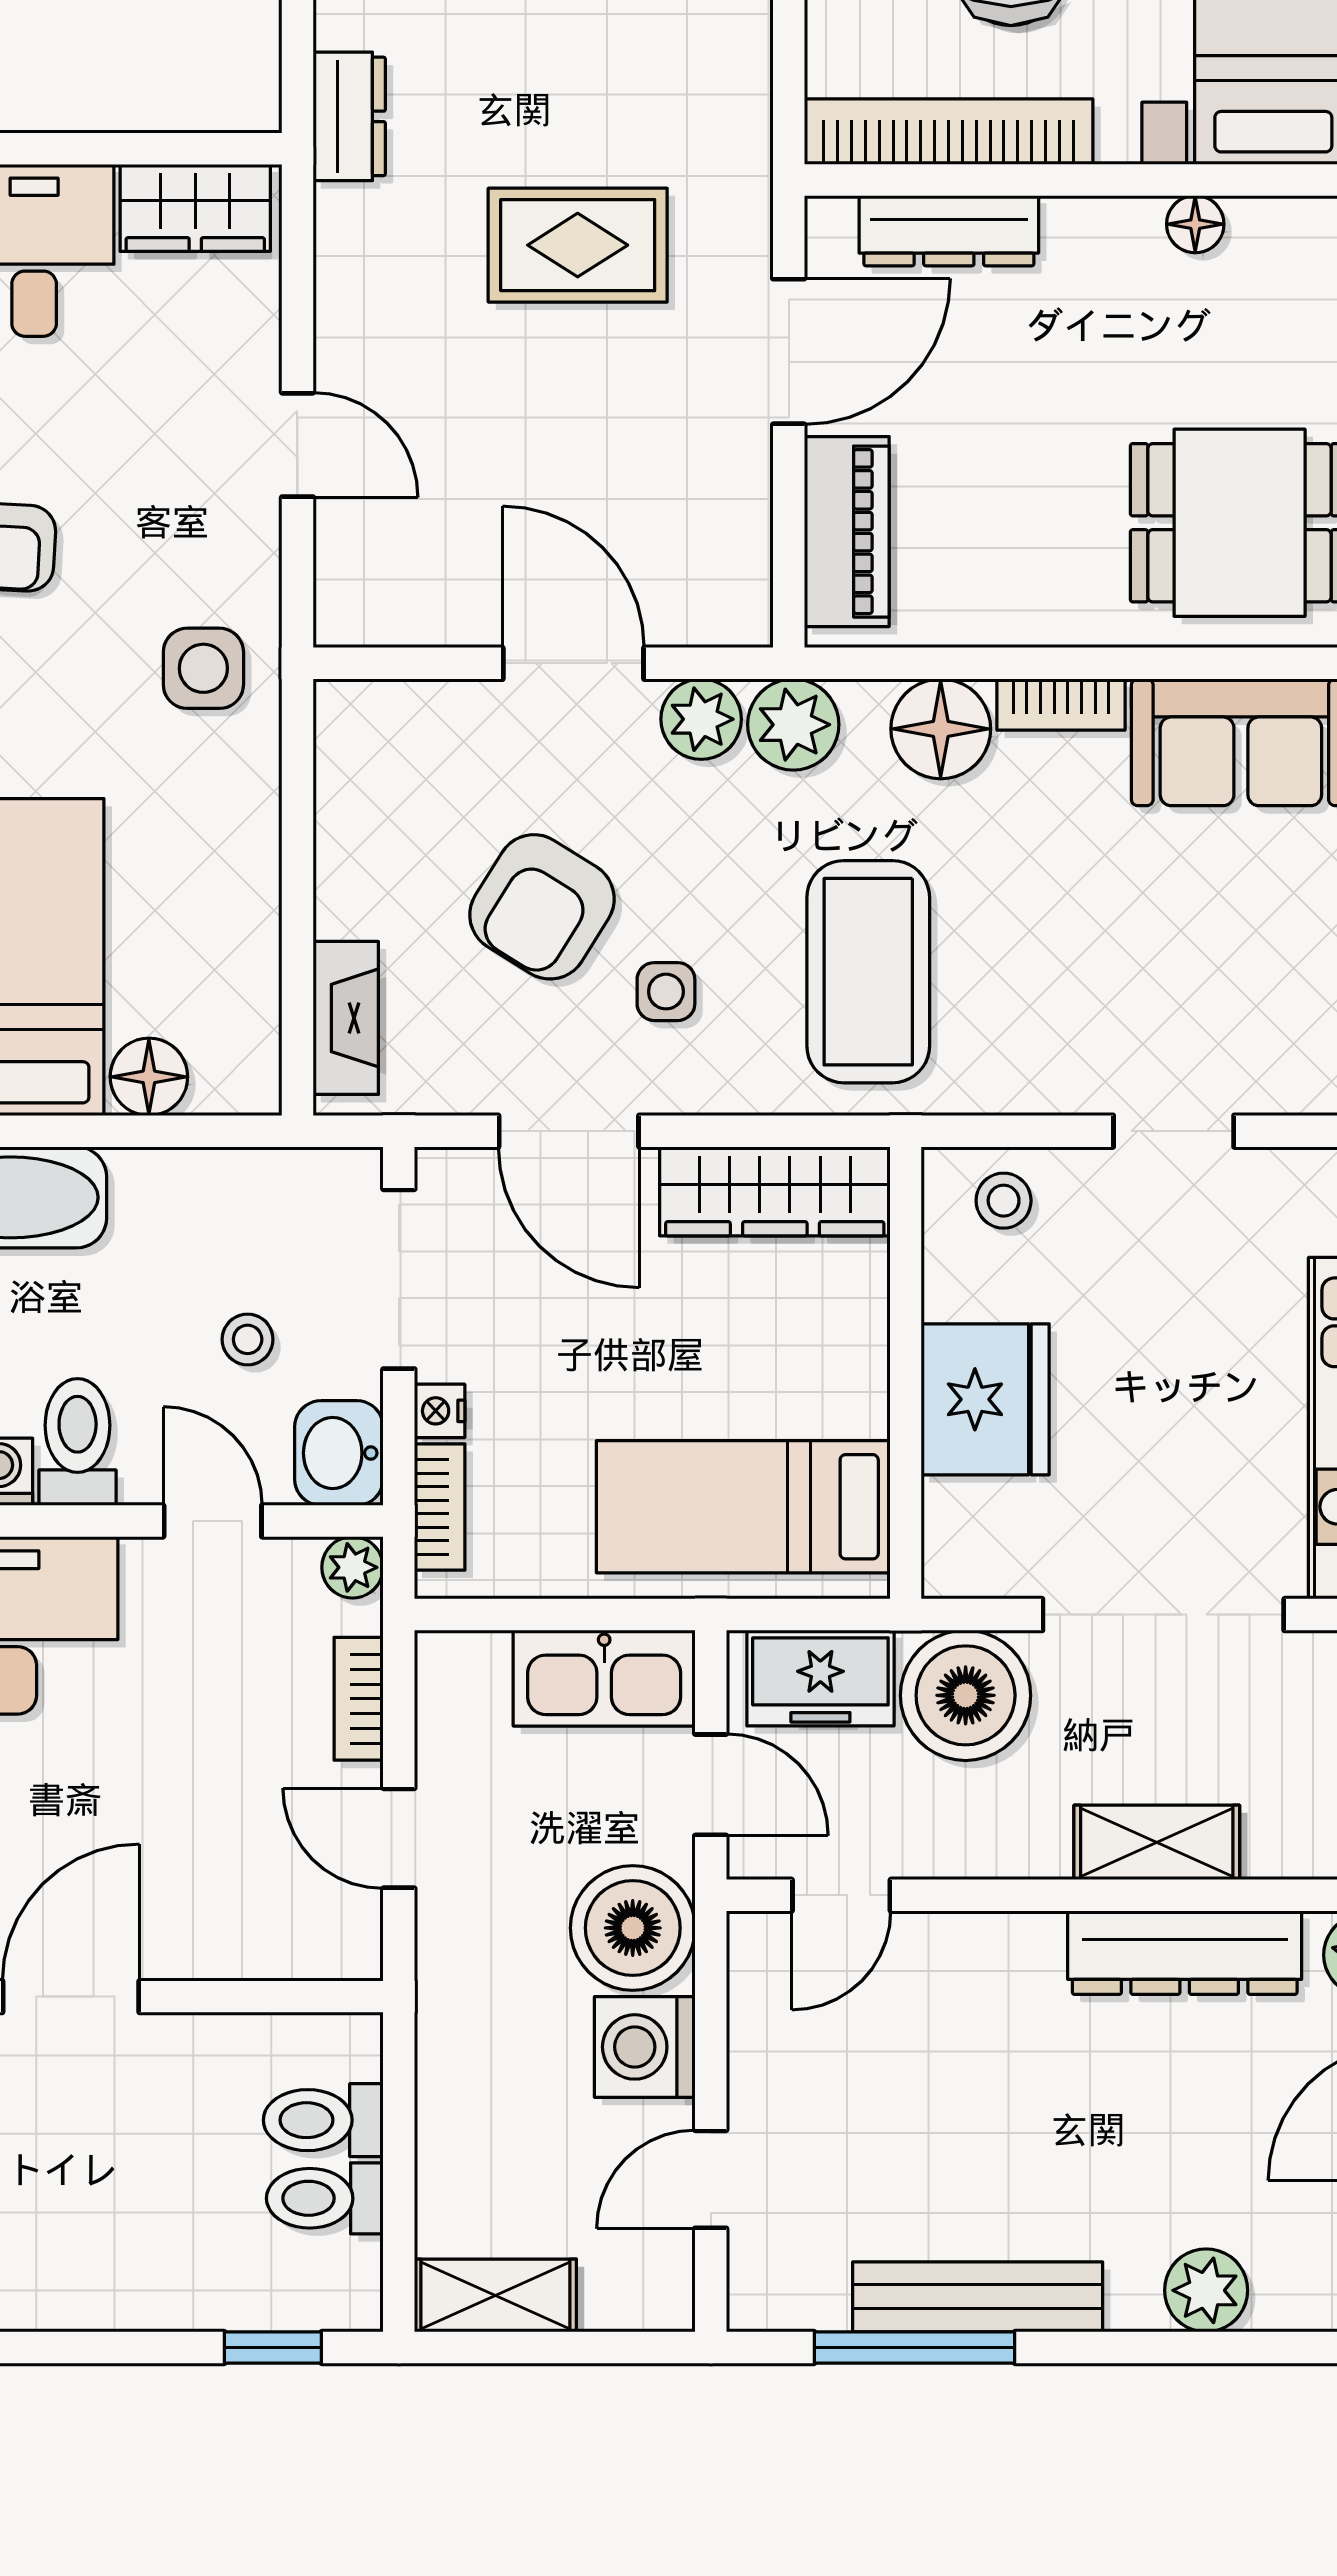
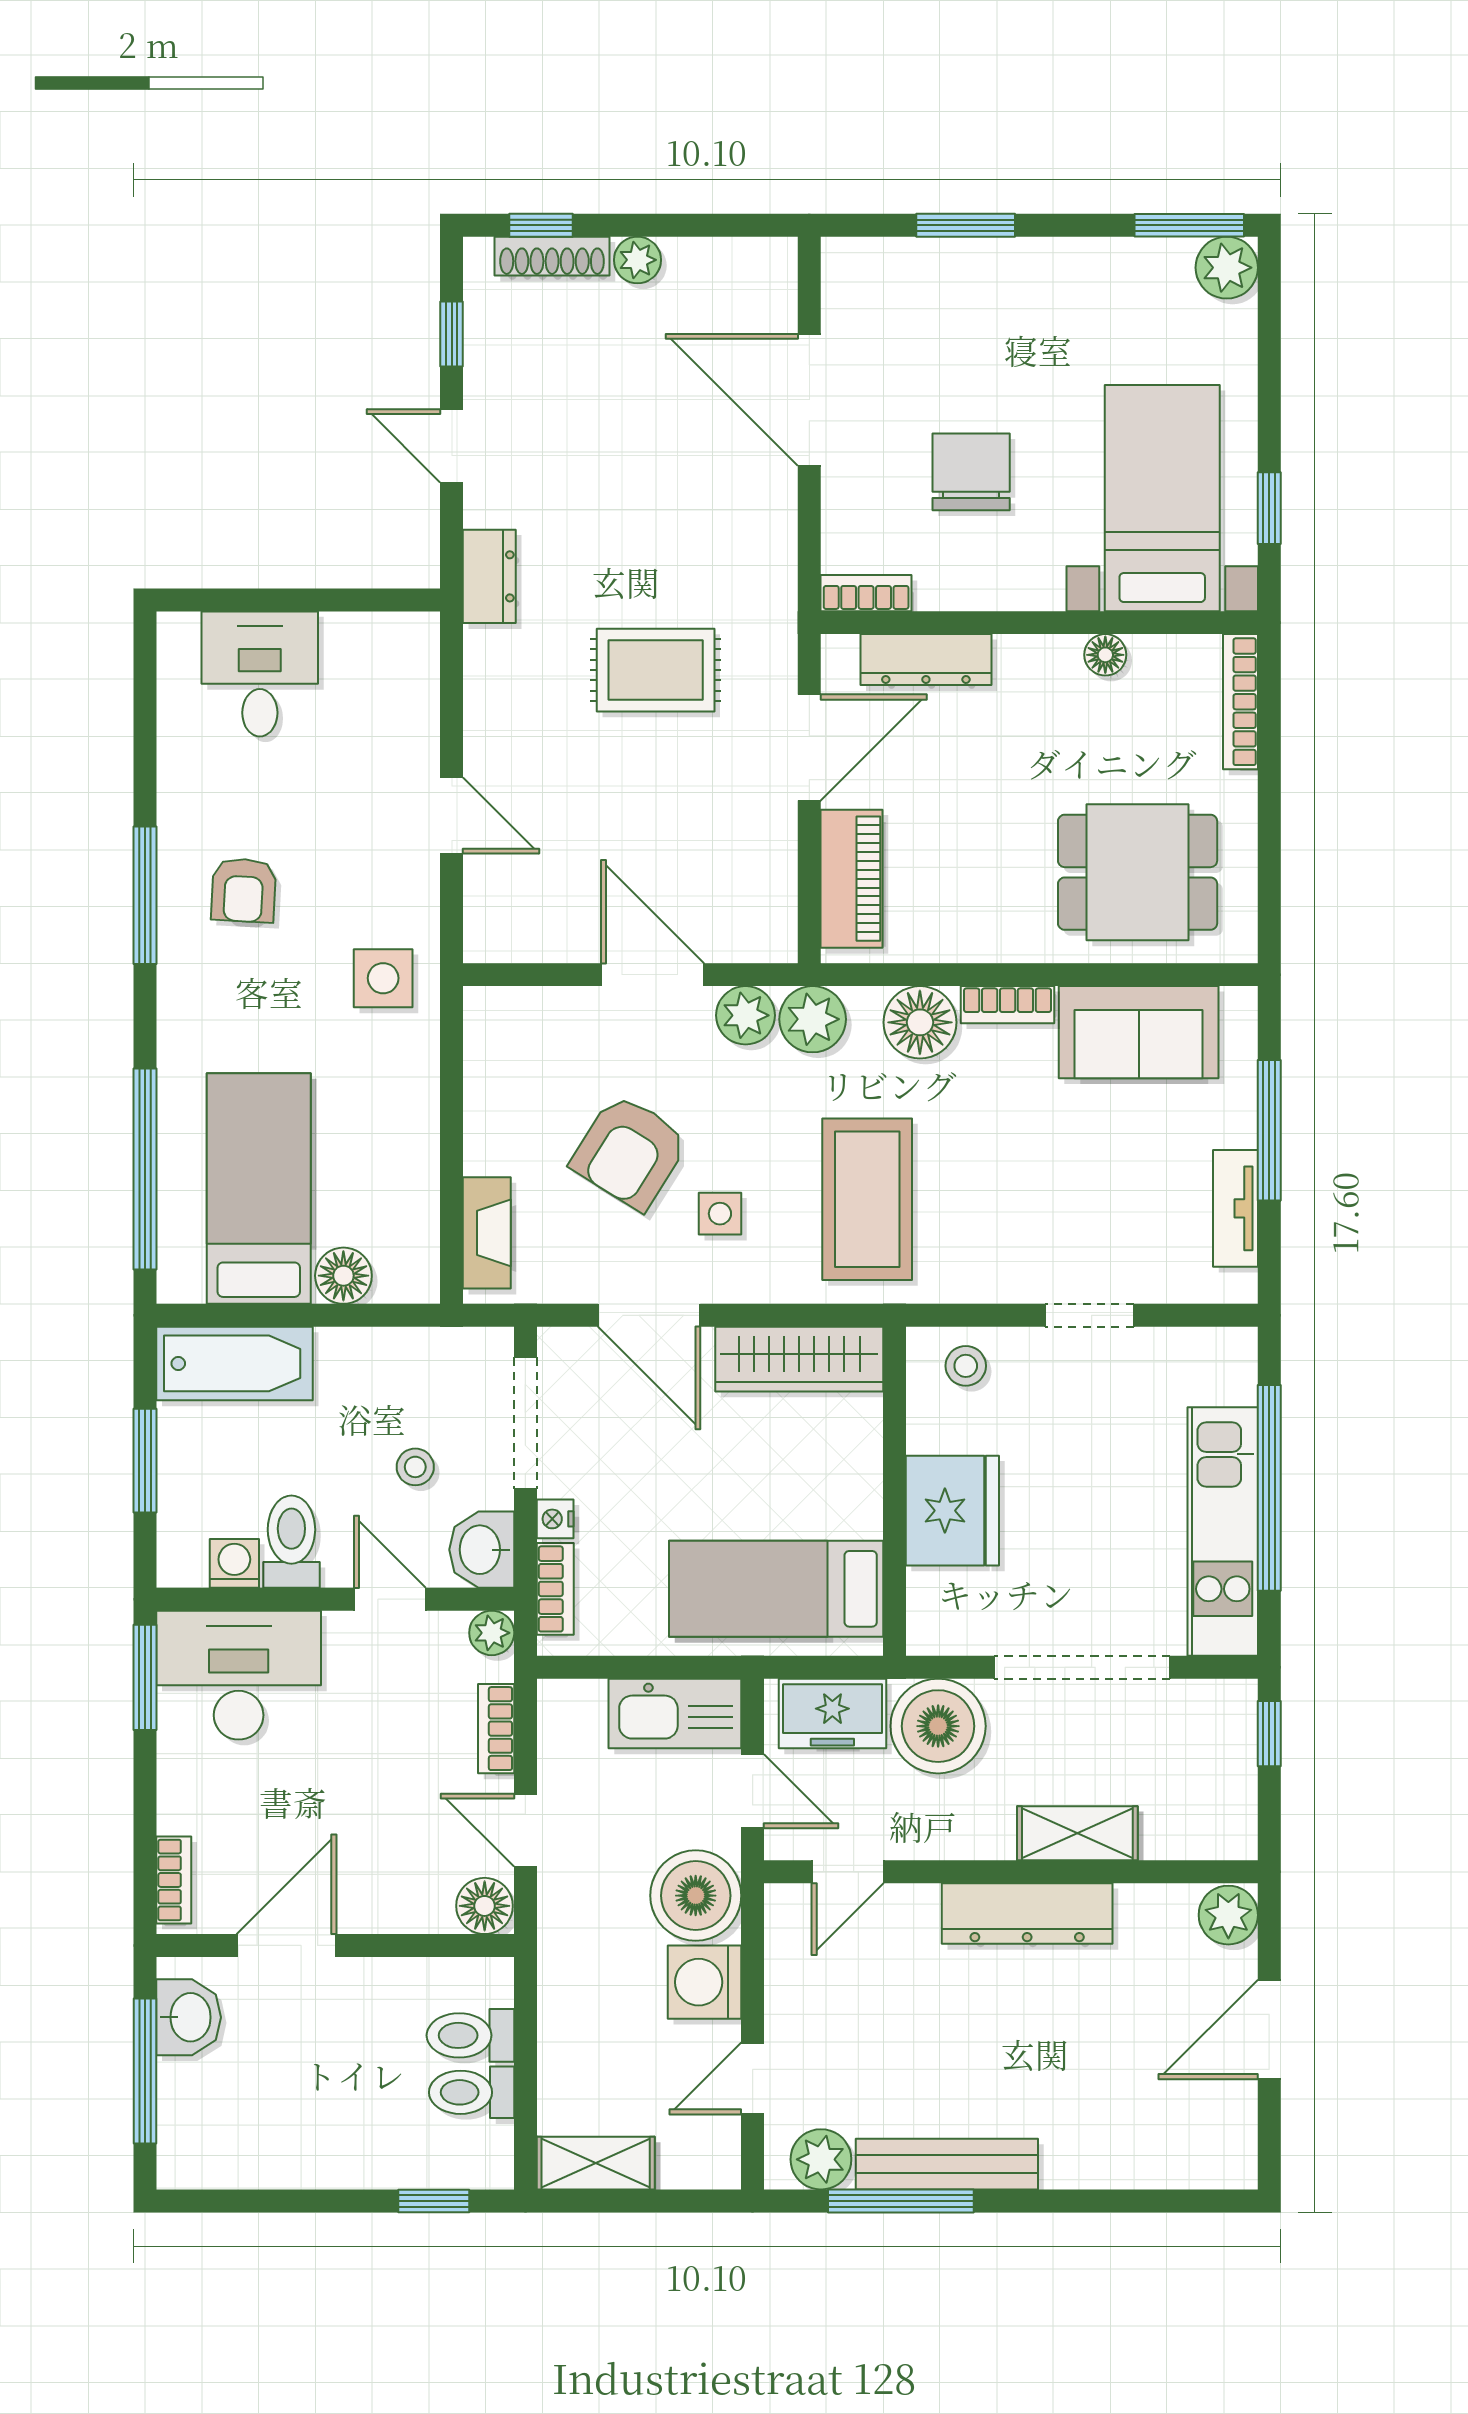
bookcase: (949, 132) -> (866, 593), width x0.43, depth x0.76
wardrobe: (195, 208) -> (377, 643), removed
floor lamp: (343, 1942) -> (485, 1906), added
dresser: (1185, 1953) -> (1027, 1913), moved
plant: (1206, 2290) -> (821, 2159), moved

